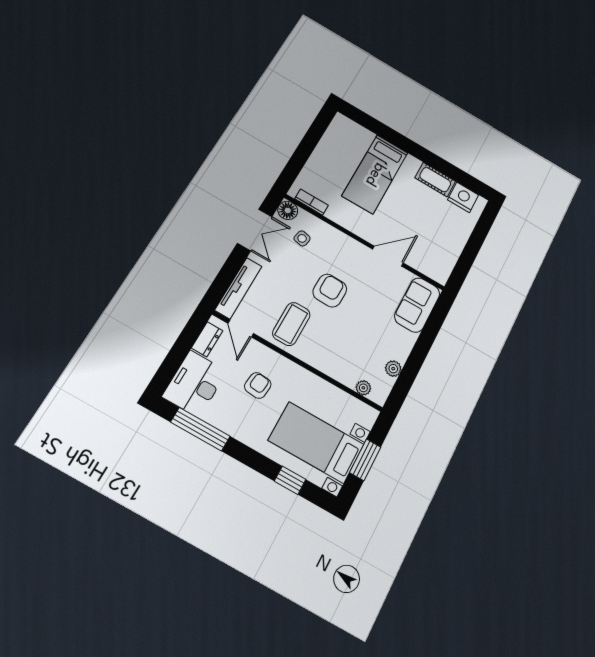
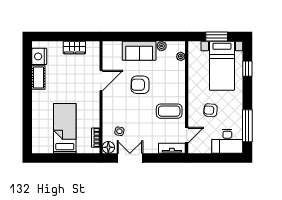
bed: (375, 174) -> (65, 128), moved, turned -90
wardrobe: (452, 249) -> (74, 48), added
door: (388, 256) -> (101, 81), swing flipped
tv unit: (238, 288) -> (172, 148), width x0.71
armchair: (330, 291) -> (140, 85), moved
sofa: (417, 305) -> (139, 51), moved
dresser: (207, 339) -> (202, 148), removed

